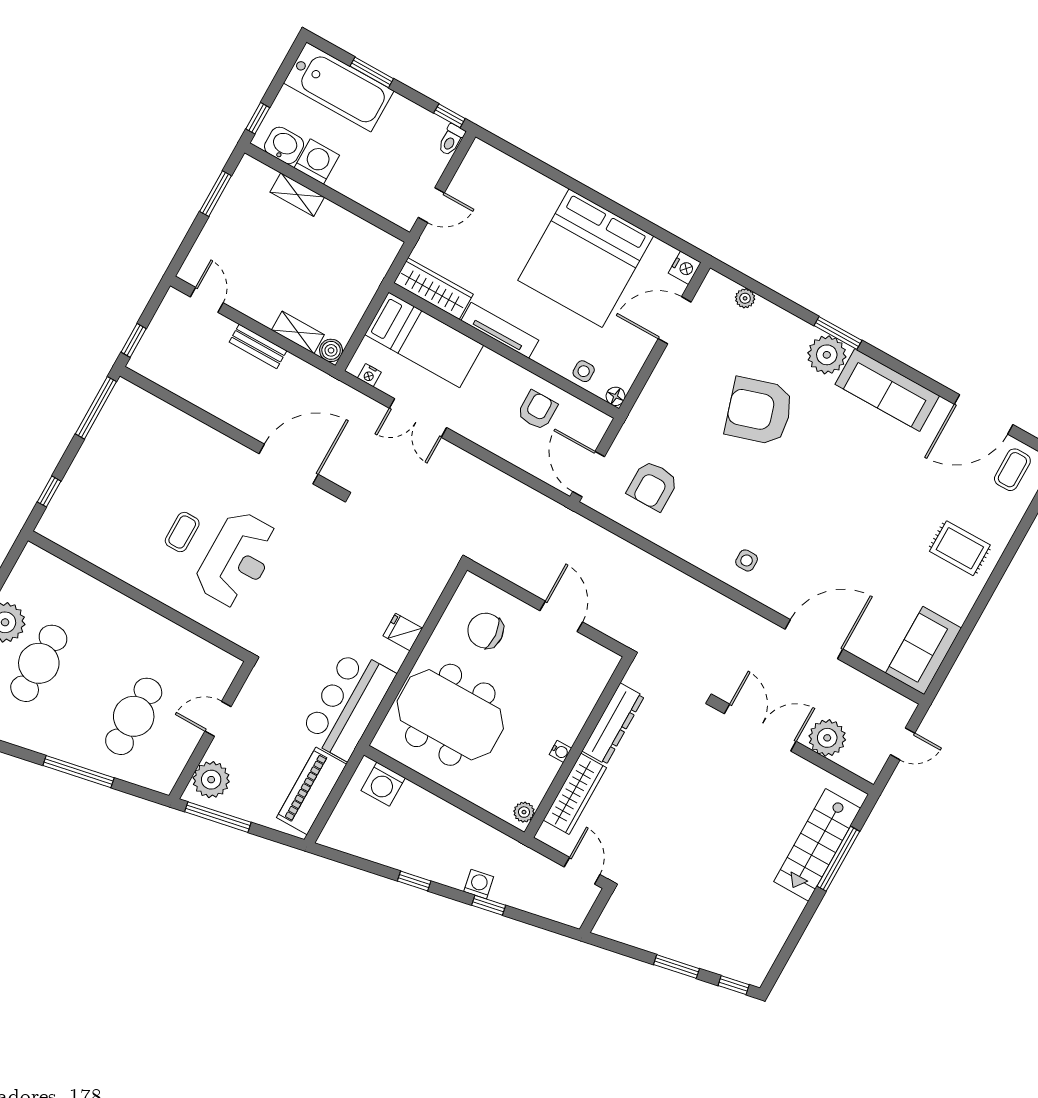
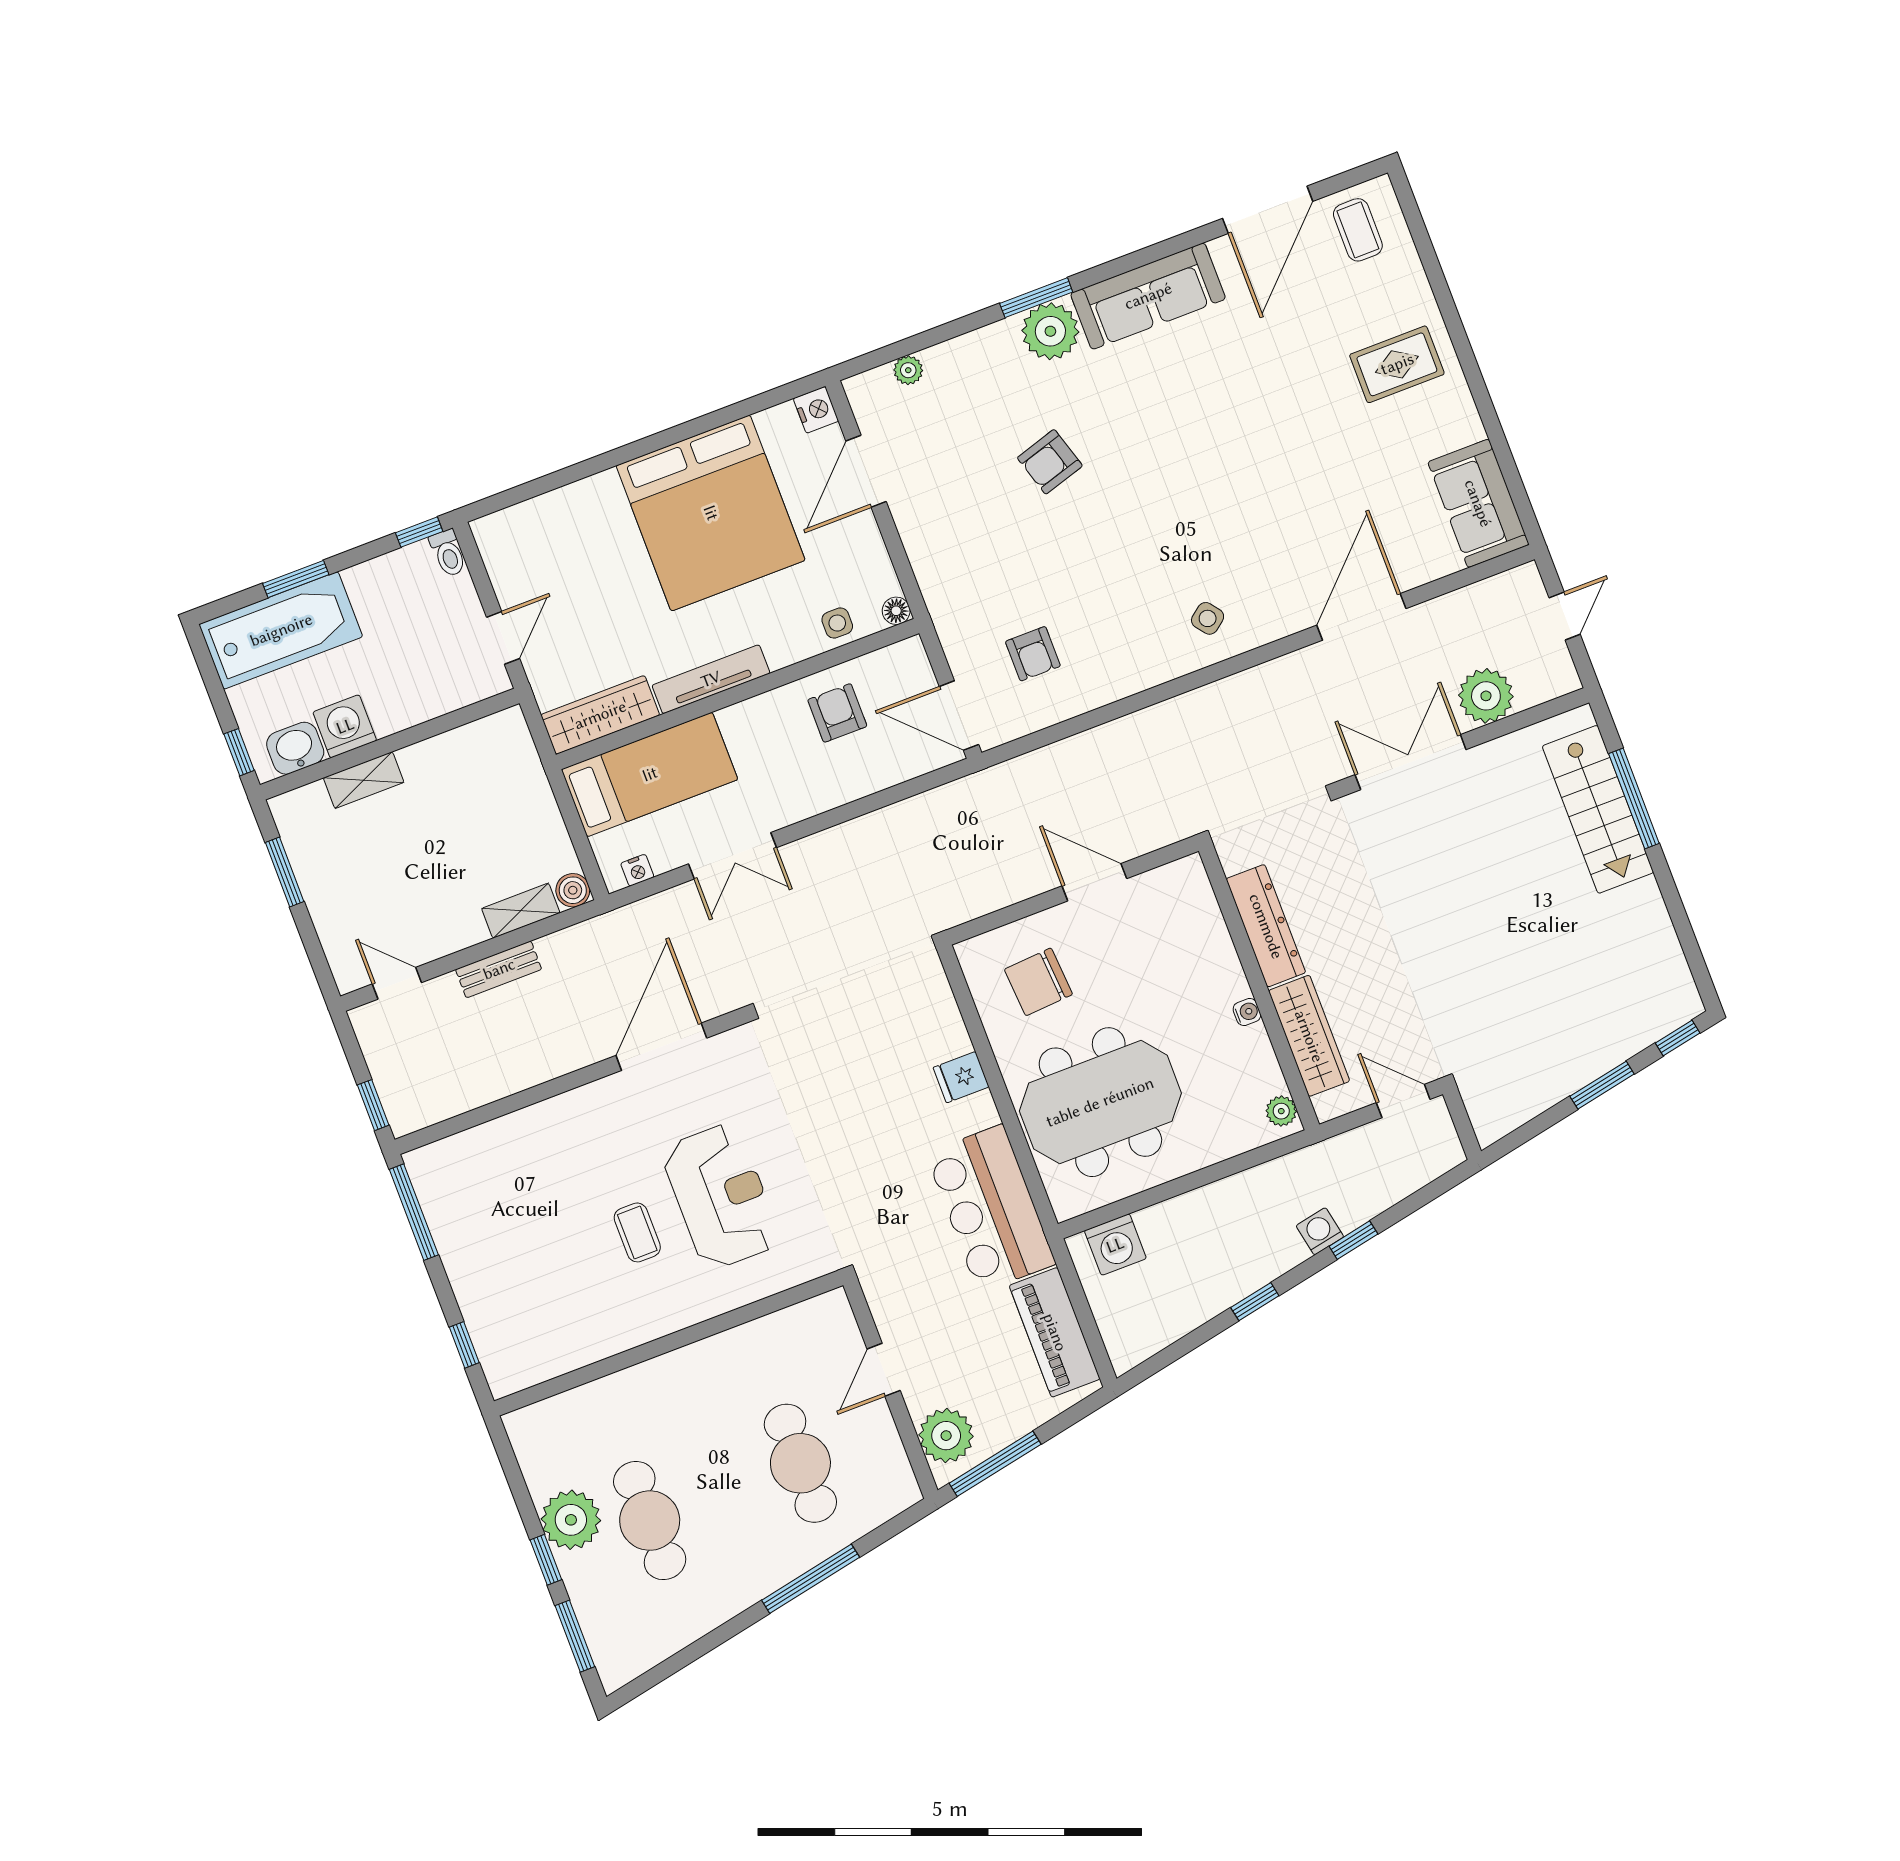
armchair: (759, 411) -> (1050, 462), width x0.53, depth x0.53
armchair: (653, 486) -> (1033, 654), width x0.72, depth x0.72
side table: (747, 560) -> (1208, 618), turned -38

